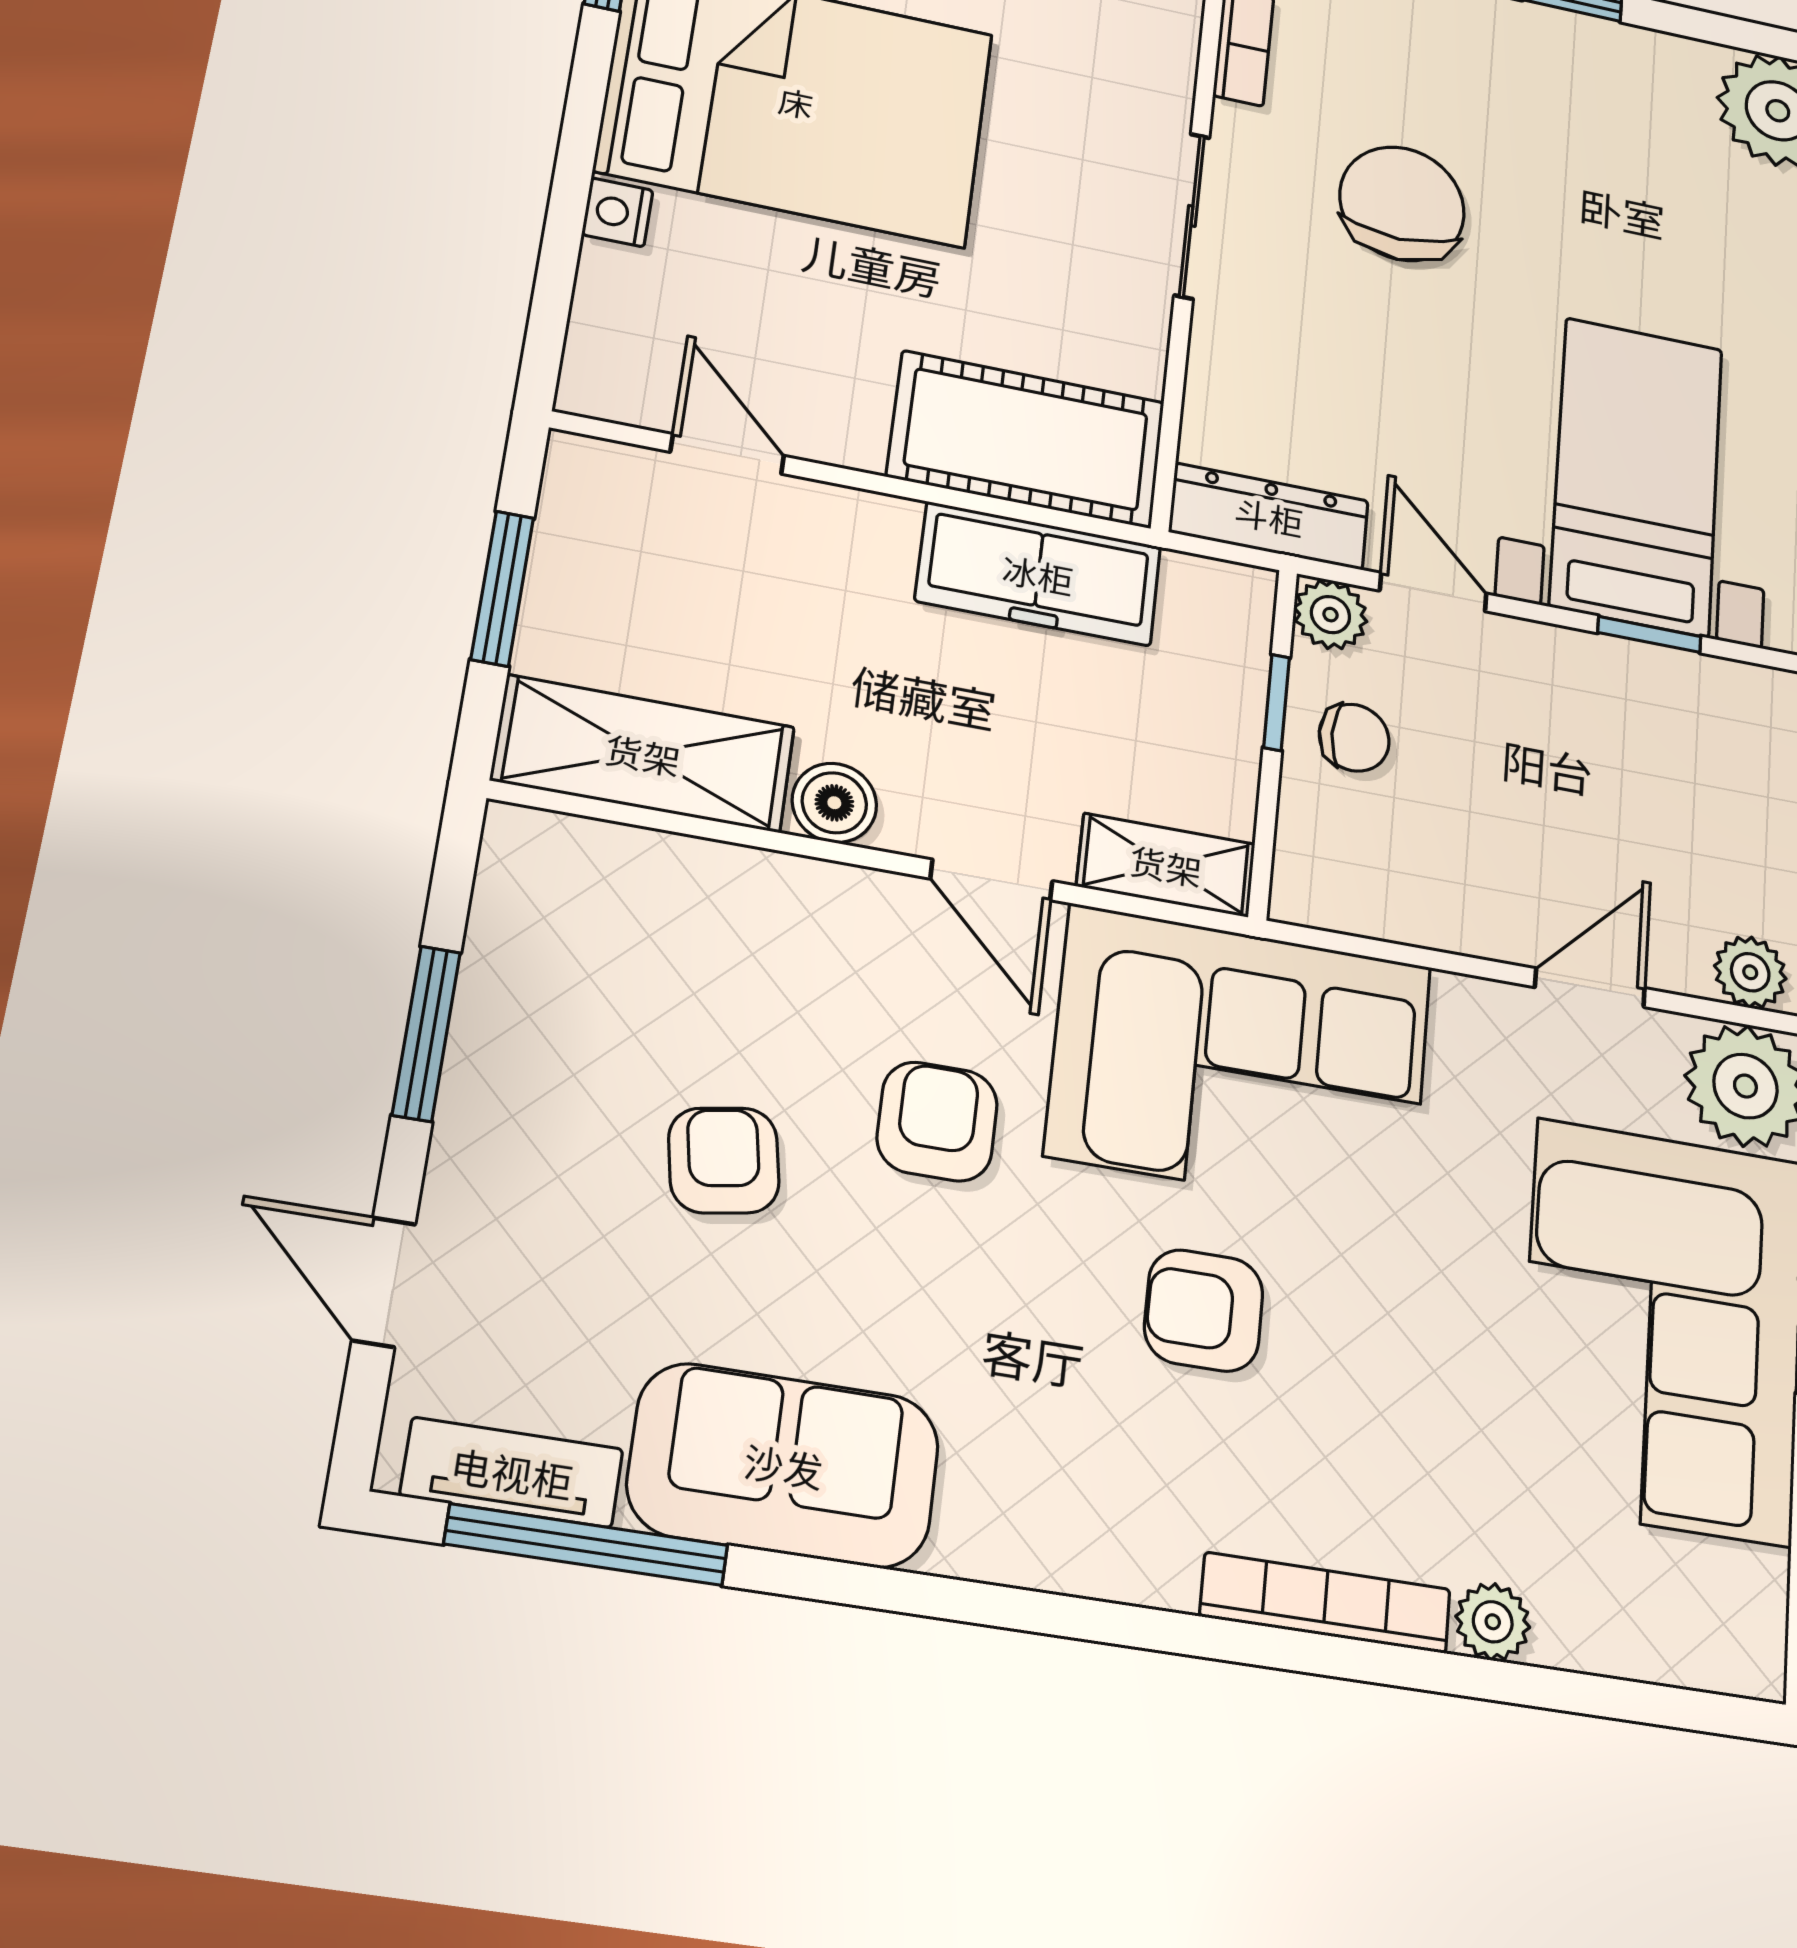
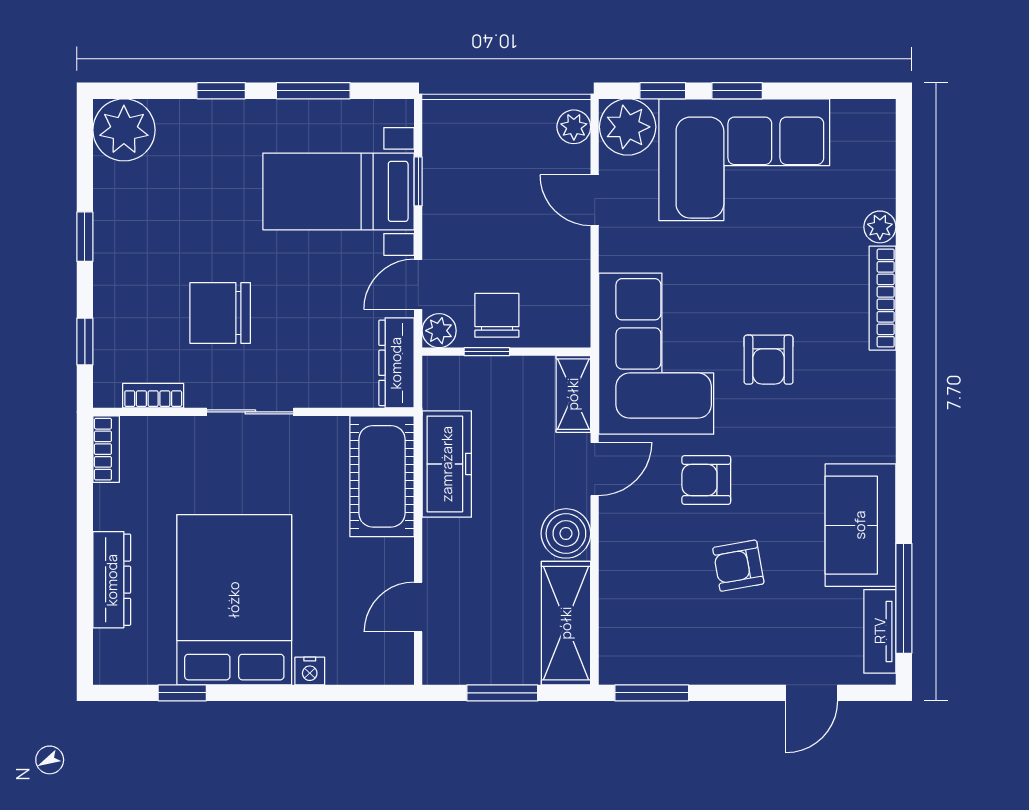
chair: (1354, 738) -> (497, 315), width x1.37, depth x1.37
boiler: (834, 803) -> (566, 533), width x1.36, depth x1.36
window: (426, 1033) -> (652, 693), moved

